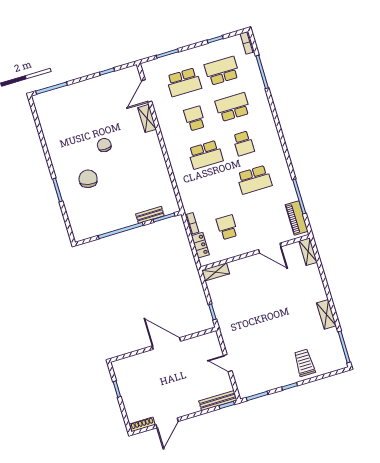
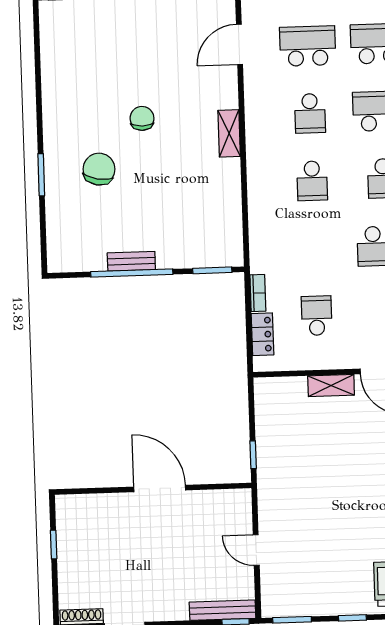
school desk: (184, 82) -> (308, 46), turned 180
shelving: (147, 118) -> (229, 133), moved
school desk: (195, 118) -> (310, 113), turned 180
school desk: (205, 155) -> (312, 181), width x0.54
bench: (150, 215) -> (131, 261), moved
shelving: (216, 272) -> (331, 385), moved

